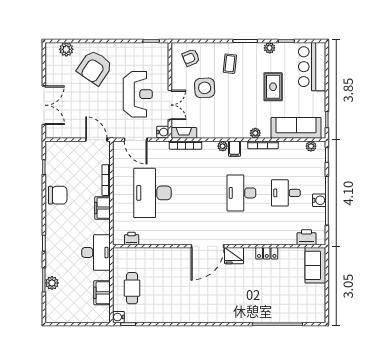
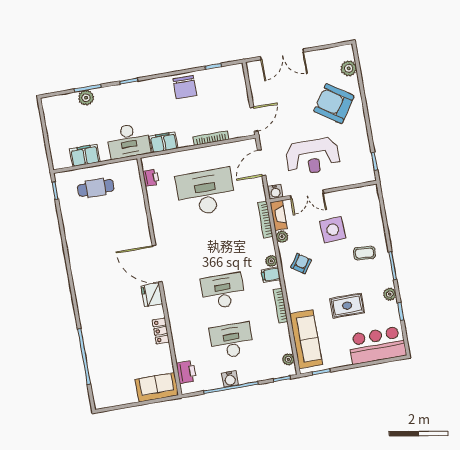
armchair: (191, 58) -> (301, 264), moved, turned 57
plant: (255, 133) -> (282, 237), moved
desk: (286, 193) -> (232, 340), width x1.37
filing cabinet: (102, 208) -> (164, 142), moved
water cooler: (118, 317) -> (61, 178), removed

